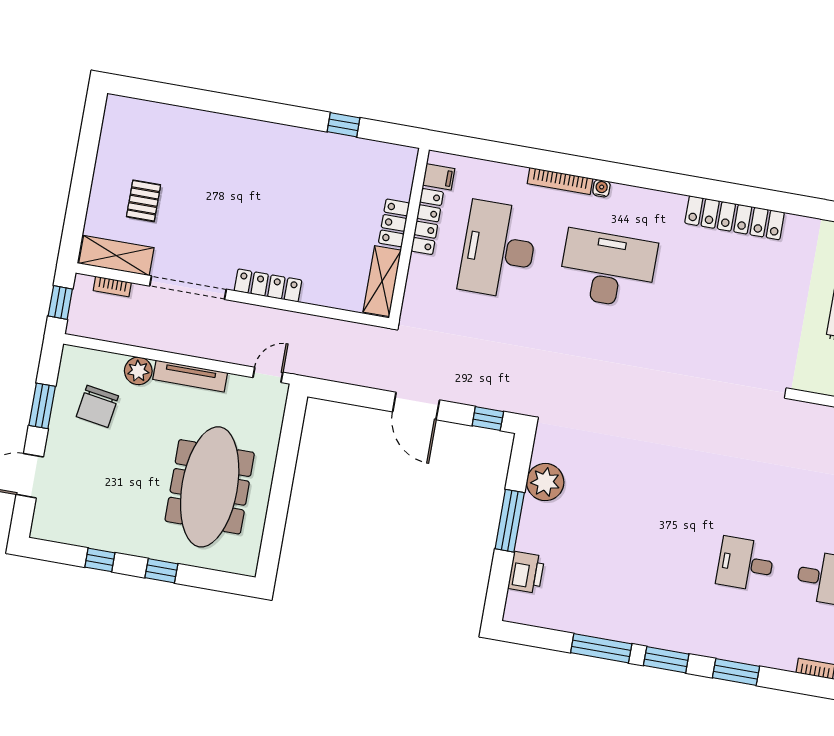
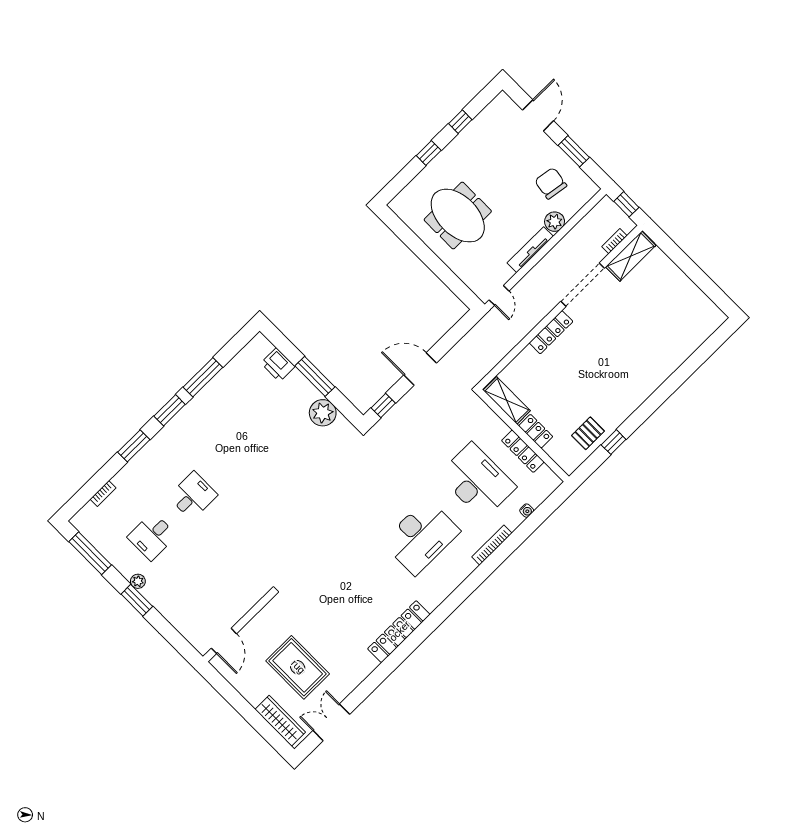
filing cabinet: (439, 177) -> (544, 476), removed
water cooler: (601, 188) -> (527, 511), moved
pallet: (144, 201) -> (588, 433), moved, turned 90
meeting table: (210, 487) -> (458, 216), width x0.73

